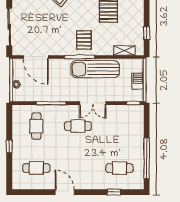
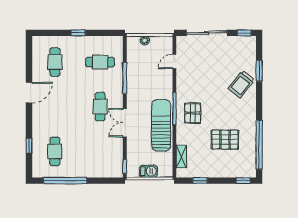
pallet: (84, 40) -> (193, 113), turned 90
door: (36, 57) -> (174, 61), width x0.53

